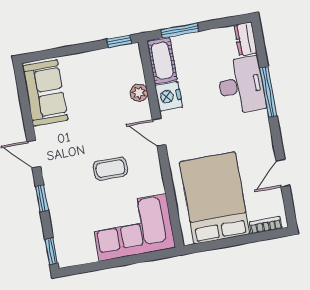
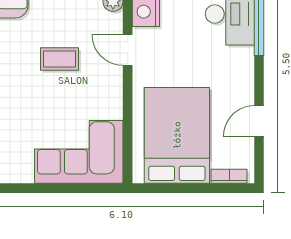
coffee table: (110, 169) -> (59, 59), moved

